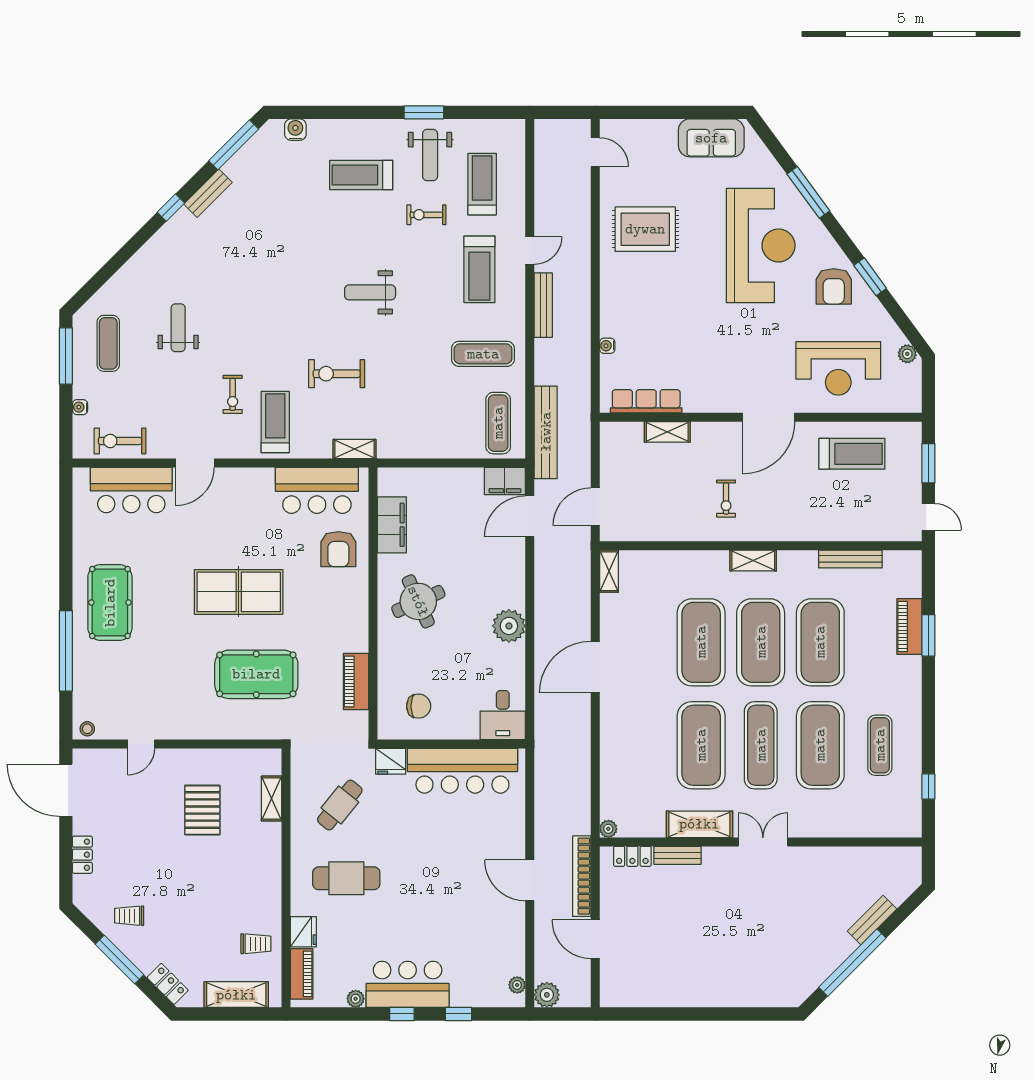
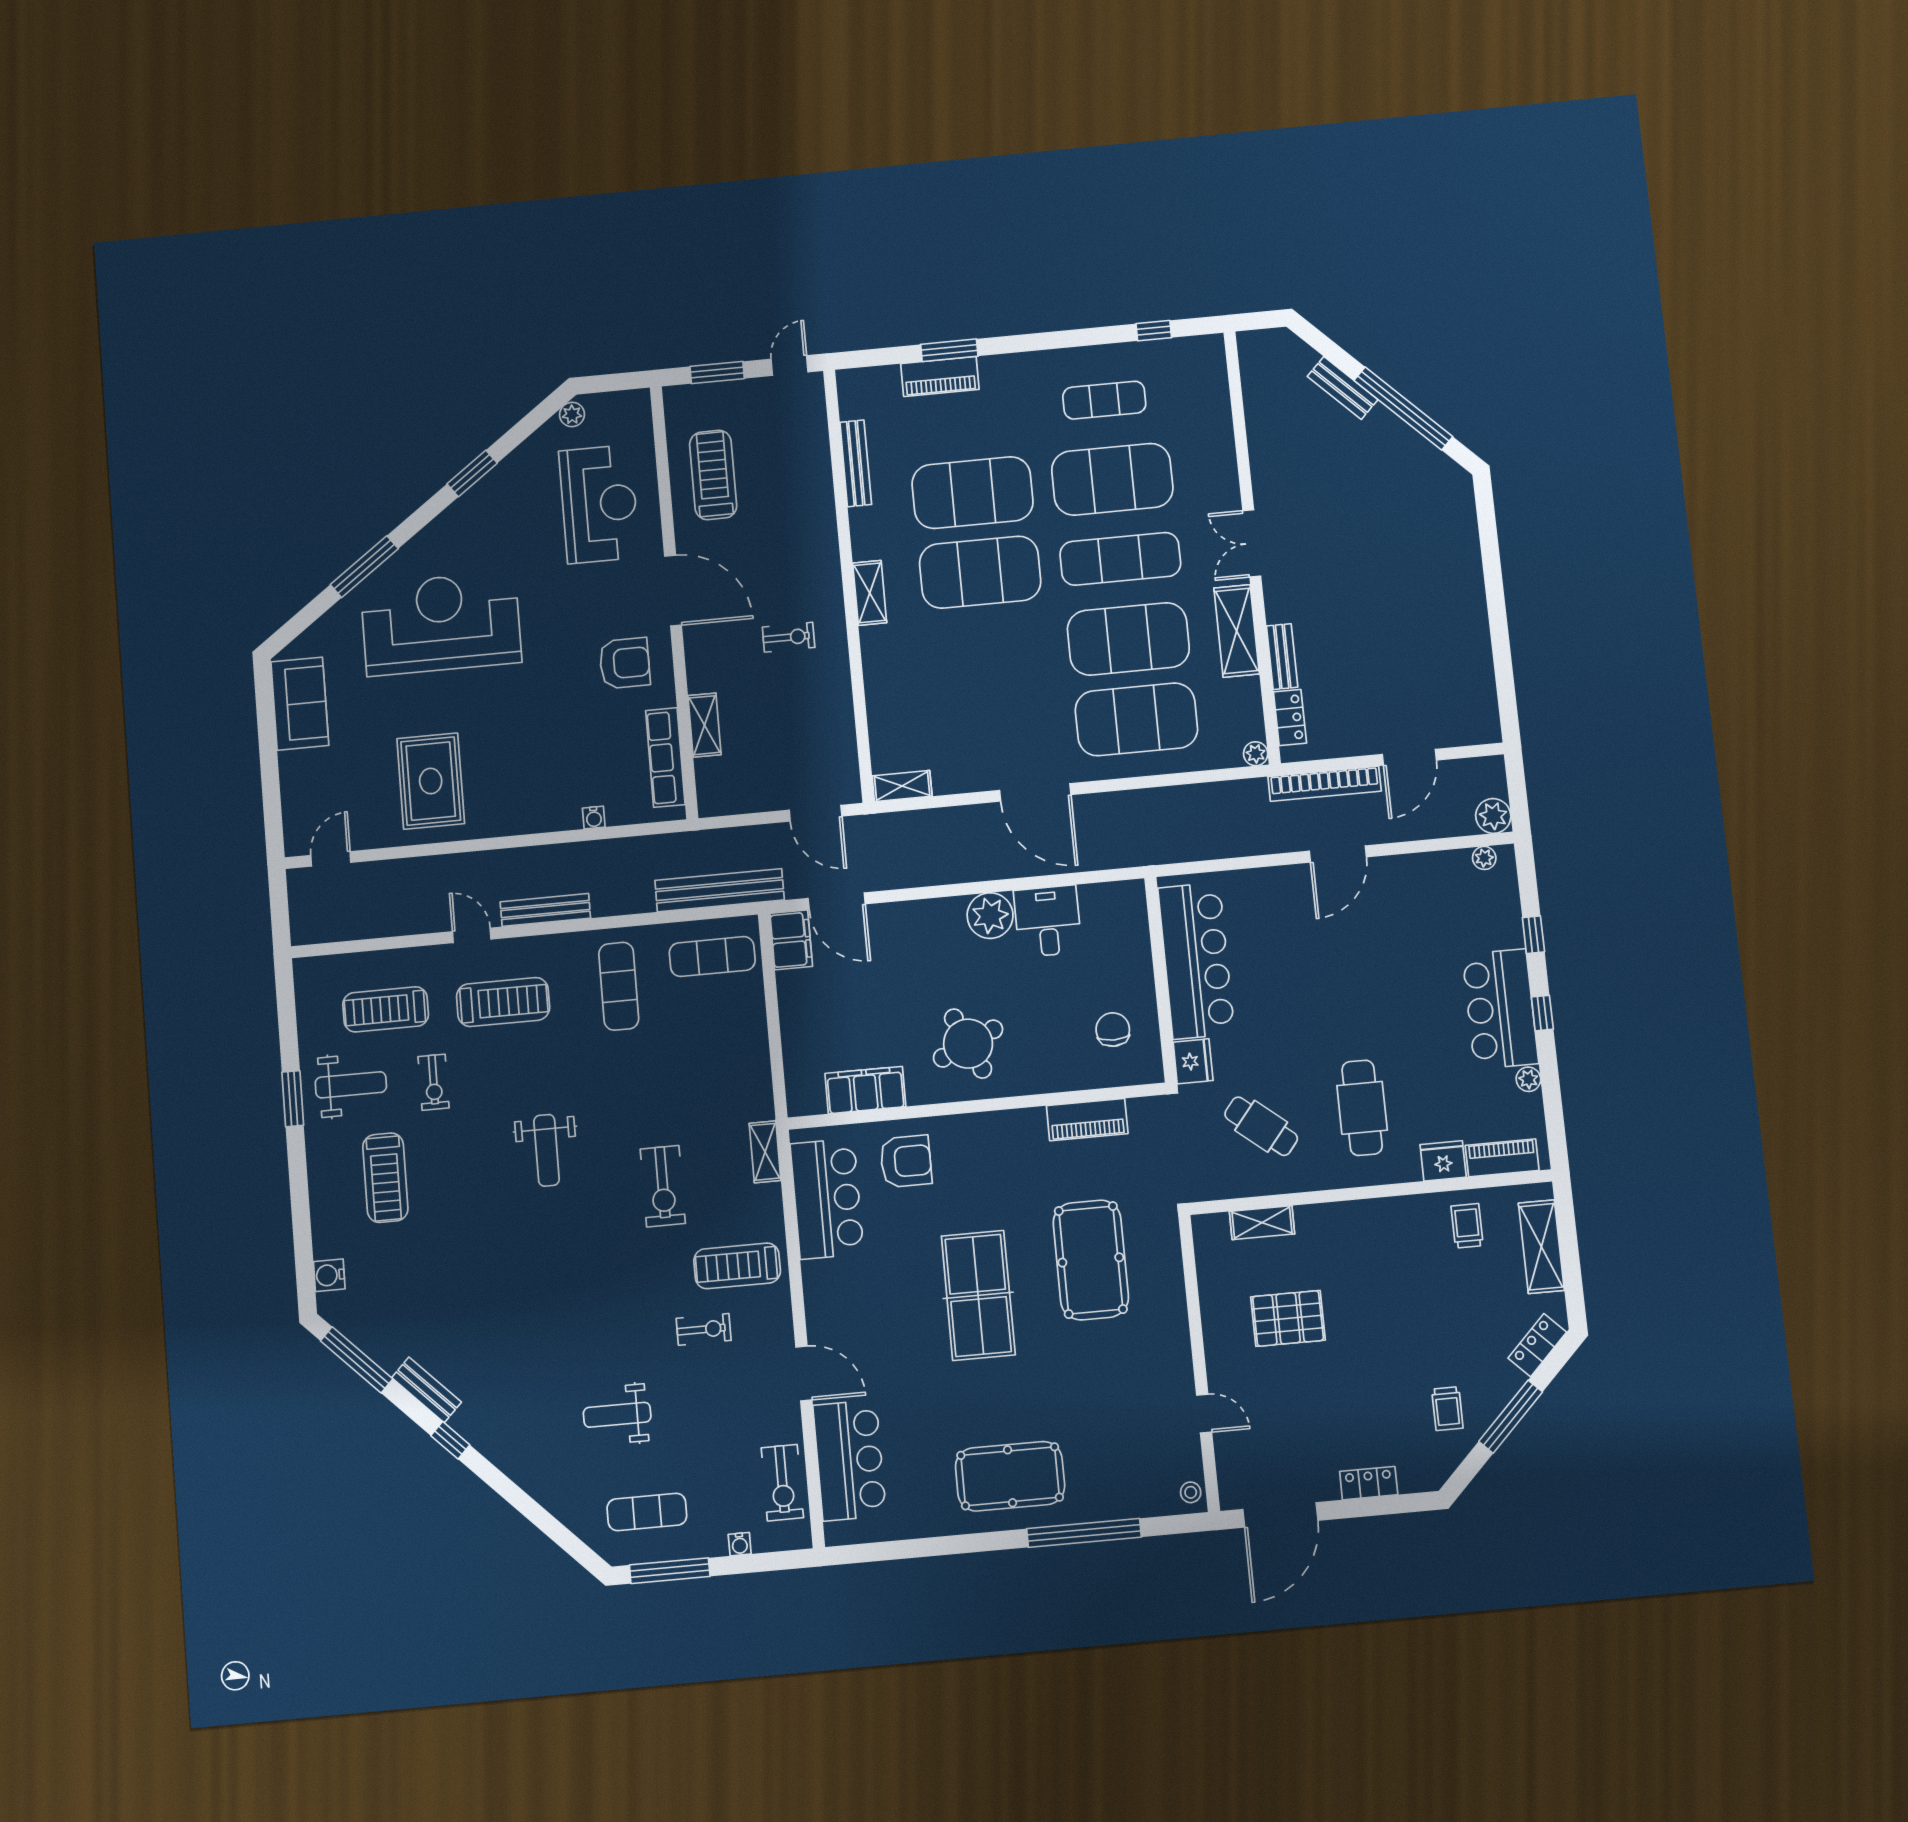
armchair: (834, 286) -> (625, 663), moved
exercise mat: (701, 642) -> (1136, 719), moved
desk: (503, 715) -> (1048, 921), moved, turned -90

